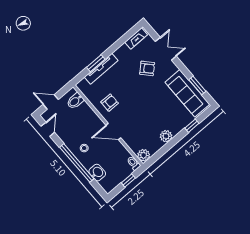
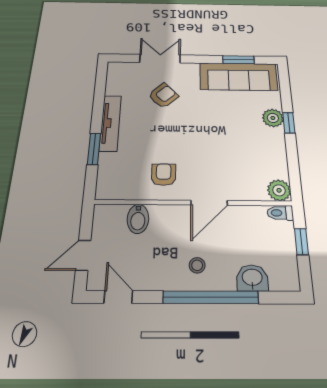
fireplace: (136, 38) -> (114, 79), removed
tv unit: (101, 69) -> (110, 123), moved
bidet: (75, 101) -> (138, 219), moved
window: (192, 126) -> (289, 123), moved
plant: (166, 136) -> (273, 118), moved

